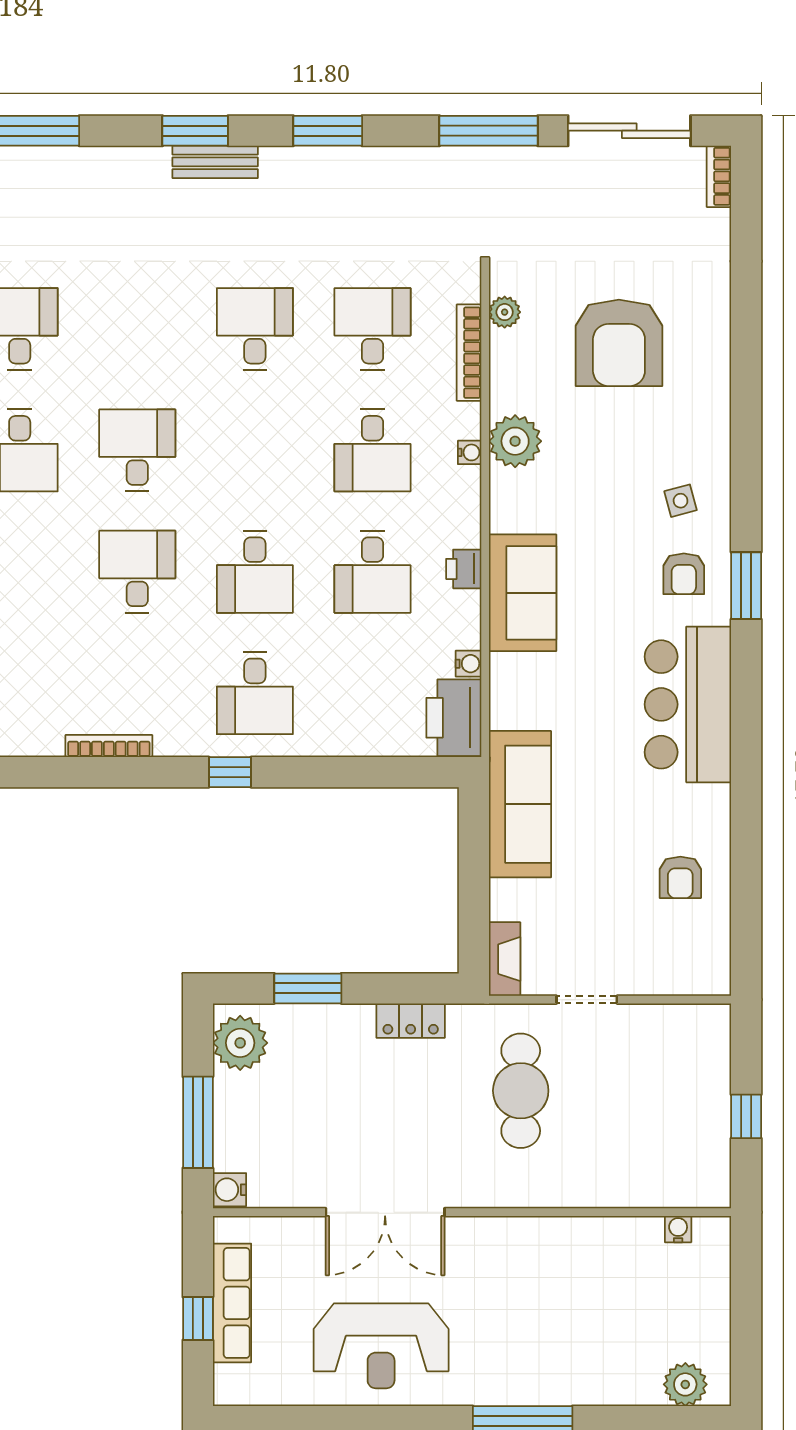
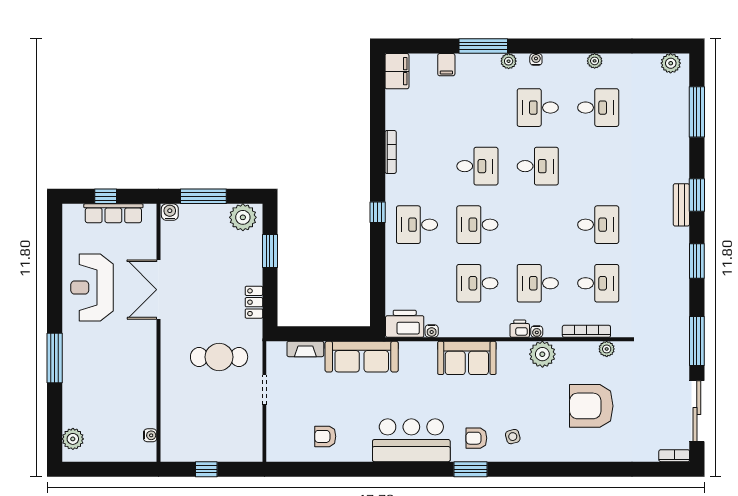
printer: (464, 569) -> (520, 329), moved
fireplace: (505, 959) -> (305, 349), moved

